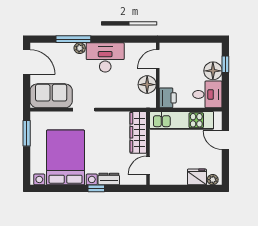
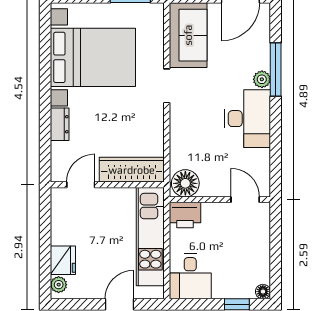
floor lamp: (213, 71) -> (263, 292), moved, width x0.53, depth x0.53
floor lamp: (147, 85) -> (185, 183), moved
door: (148, 165) -> (81, 185), hinge flipped
window: (96, 188) -> (45, 105), removed

